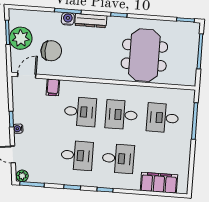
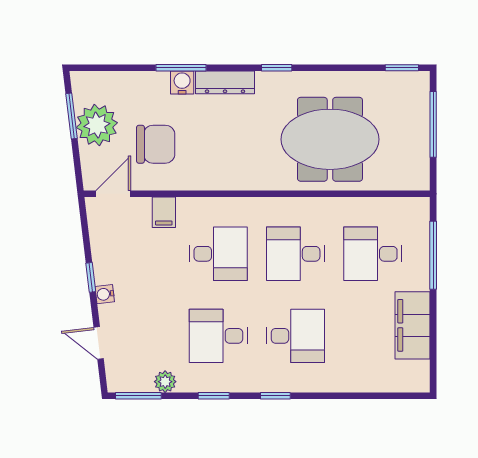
meeting table: (144, 55) -> (330, 139), turned 90
desk: (77, 155) -> (218, 336), turned 180
plant: (22, 176) -> (165, 382), moved
filing cabinet: (159, 183) -> (413, 325), moved, turned -90

